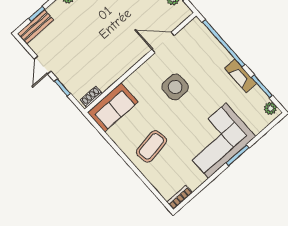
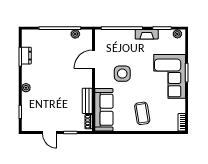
bench: (36, 27) -> (87, 101), moved
sofa: (113, 107) -> (104, 110), width x1.36

